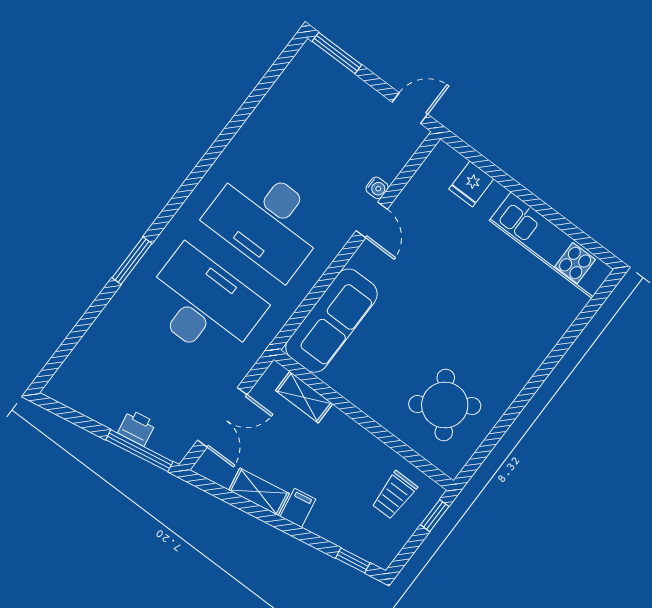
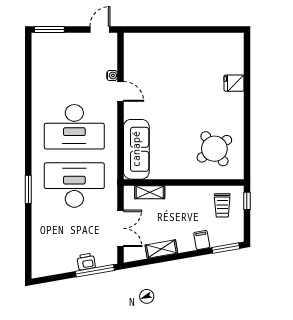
fridge: (471, 184) -> (234, 83), moved, turned 90
kitchen unit: (551, 245) -> (208, 43), removed
filing cabinet: (298, 508) -> (202, 240), moved
window: (353, 560) -> (226, 248), width x1.50

